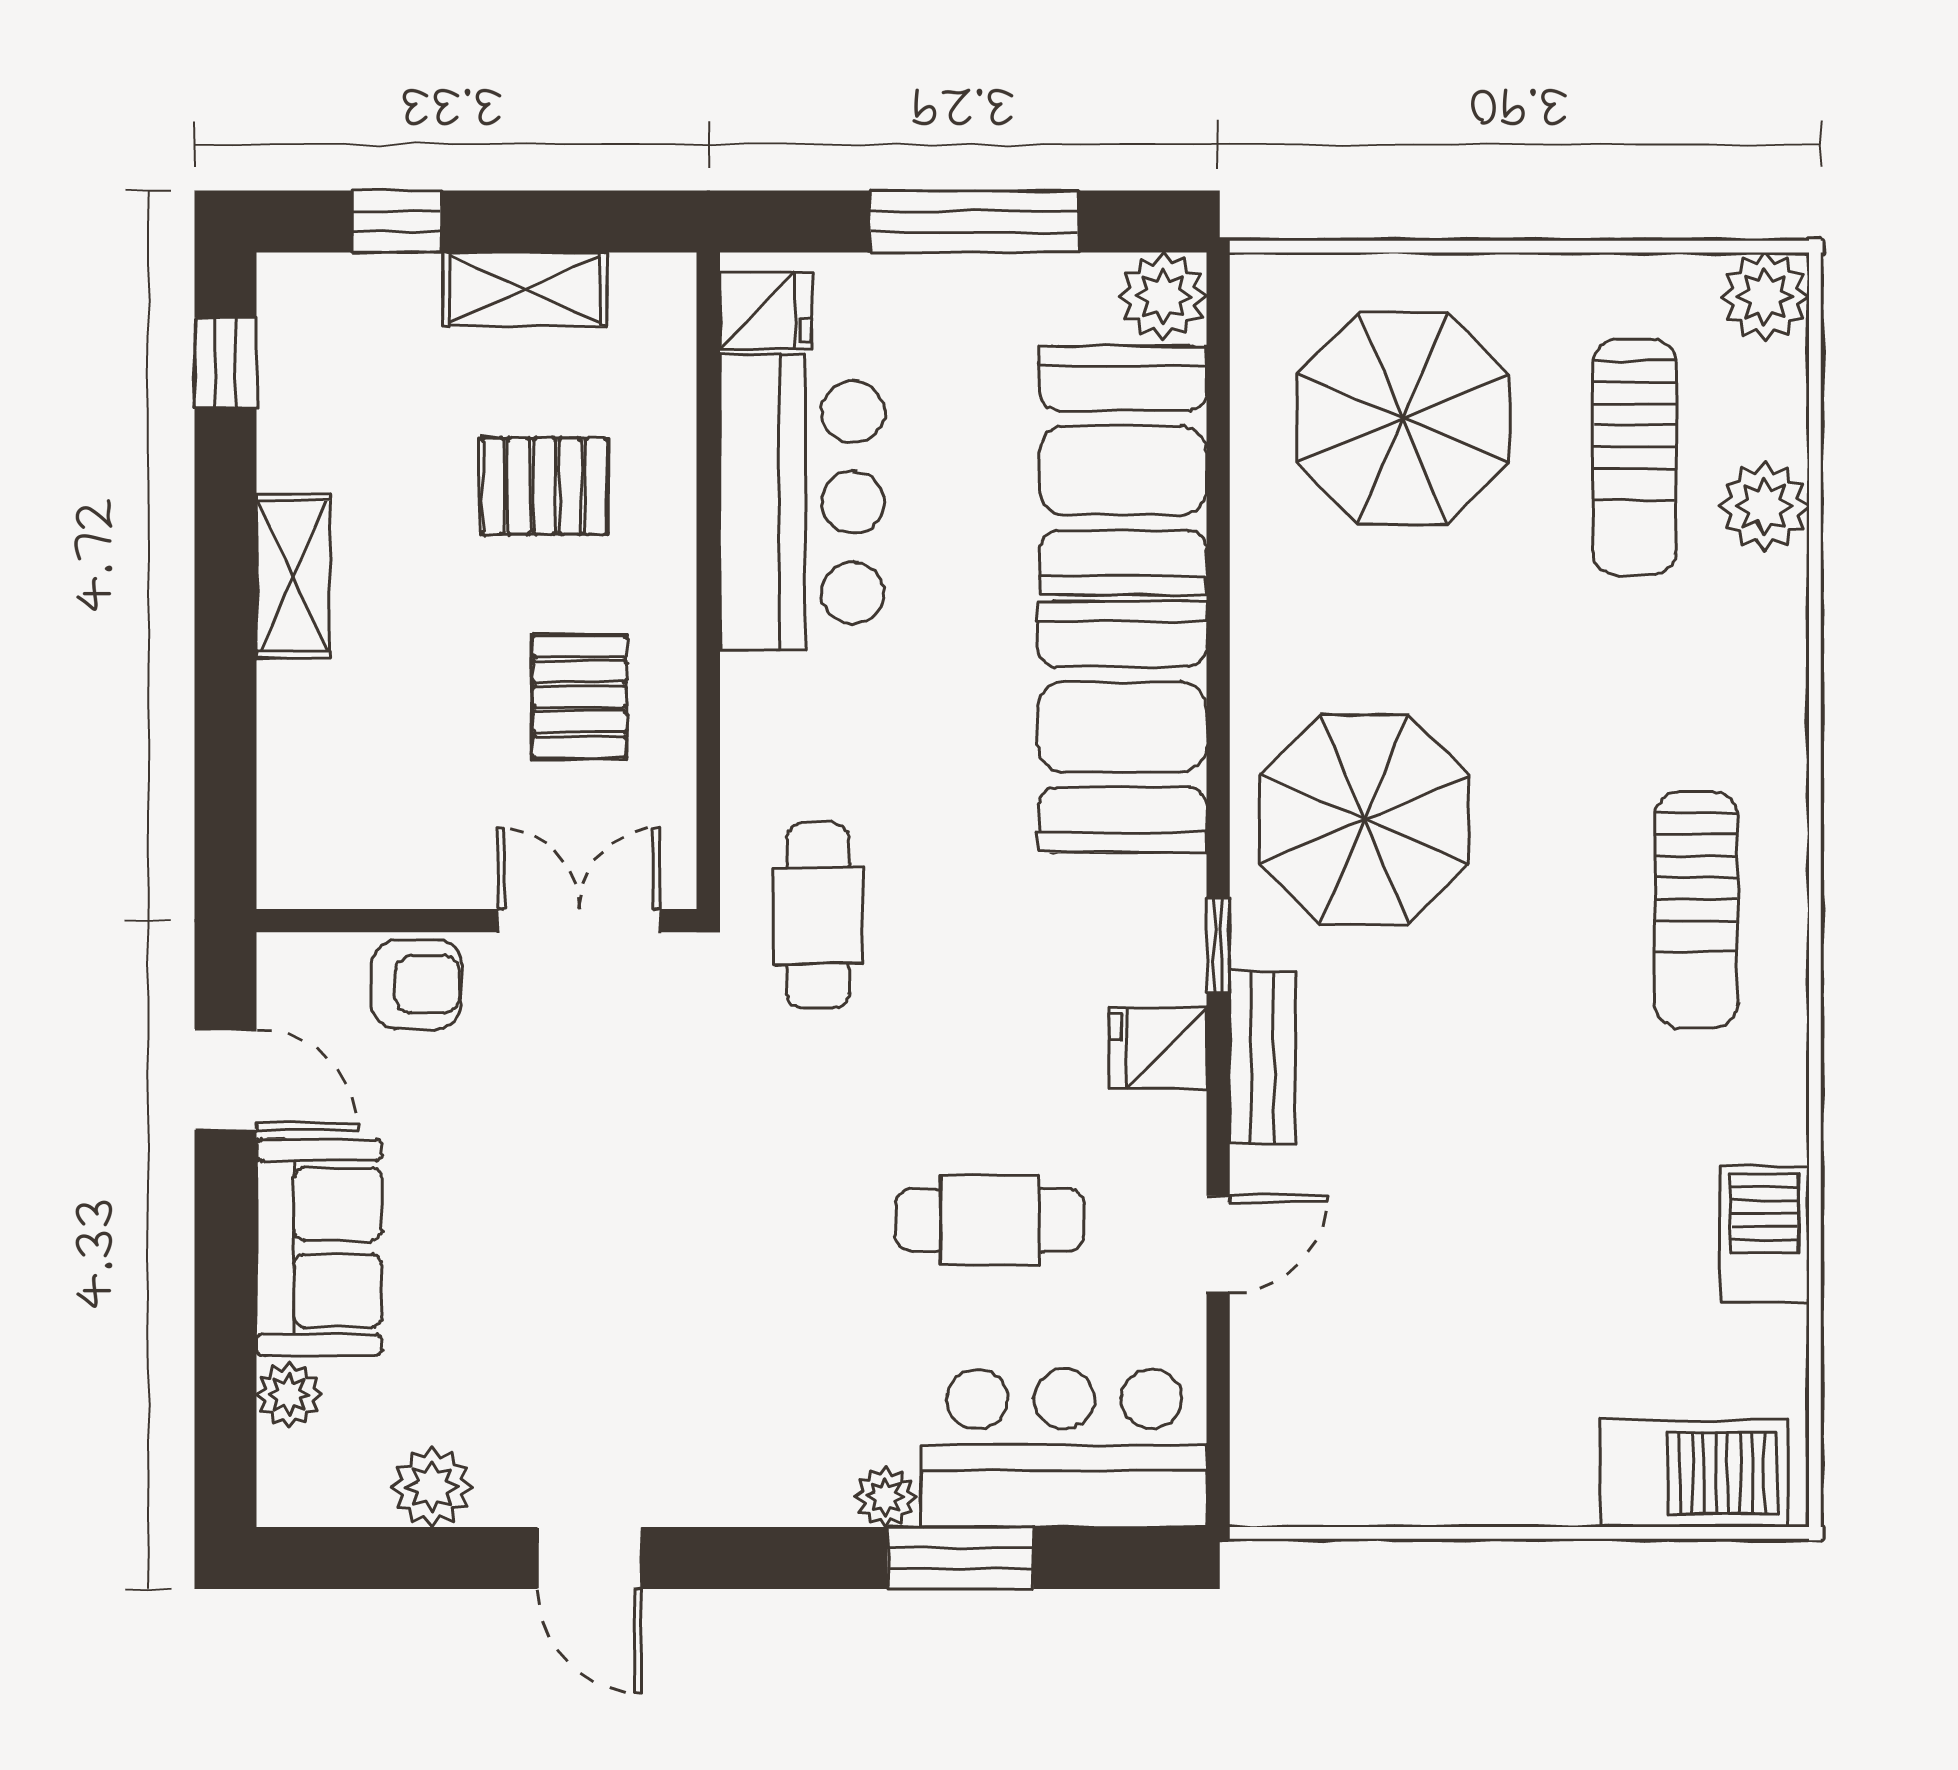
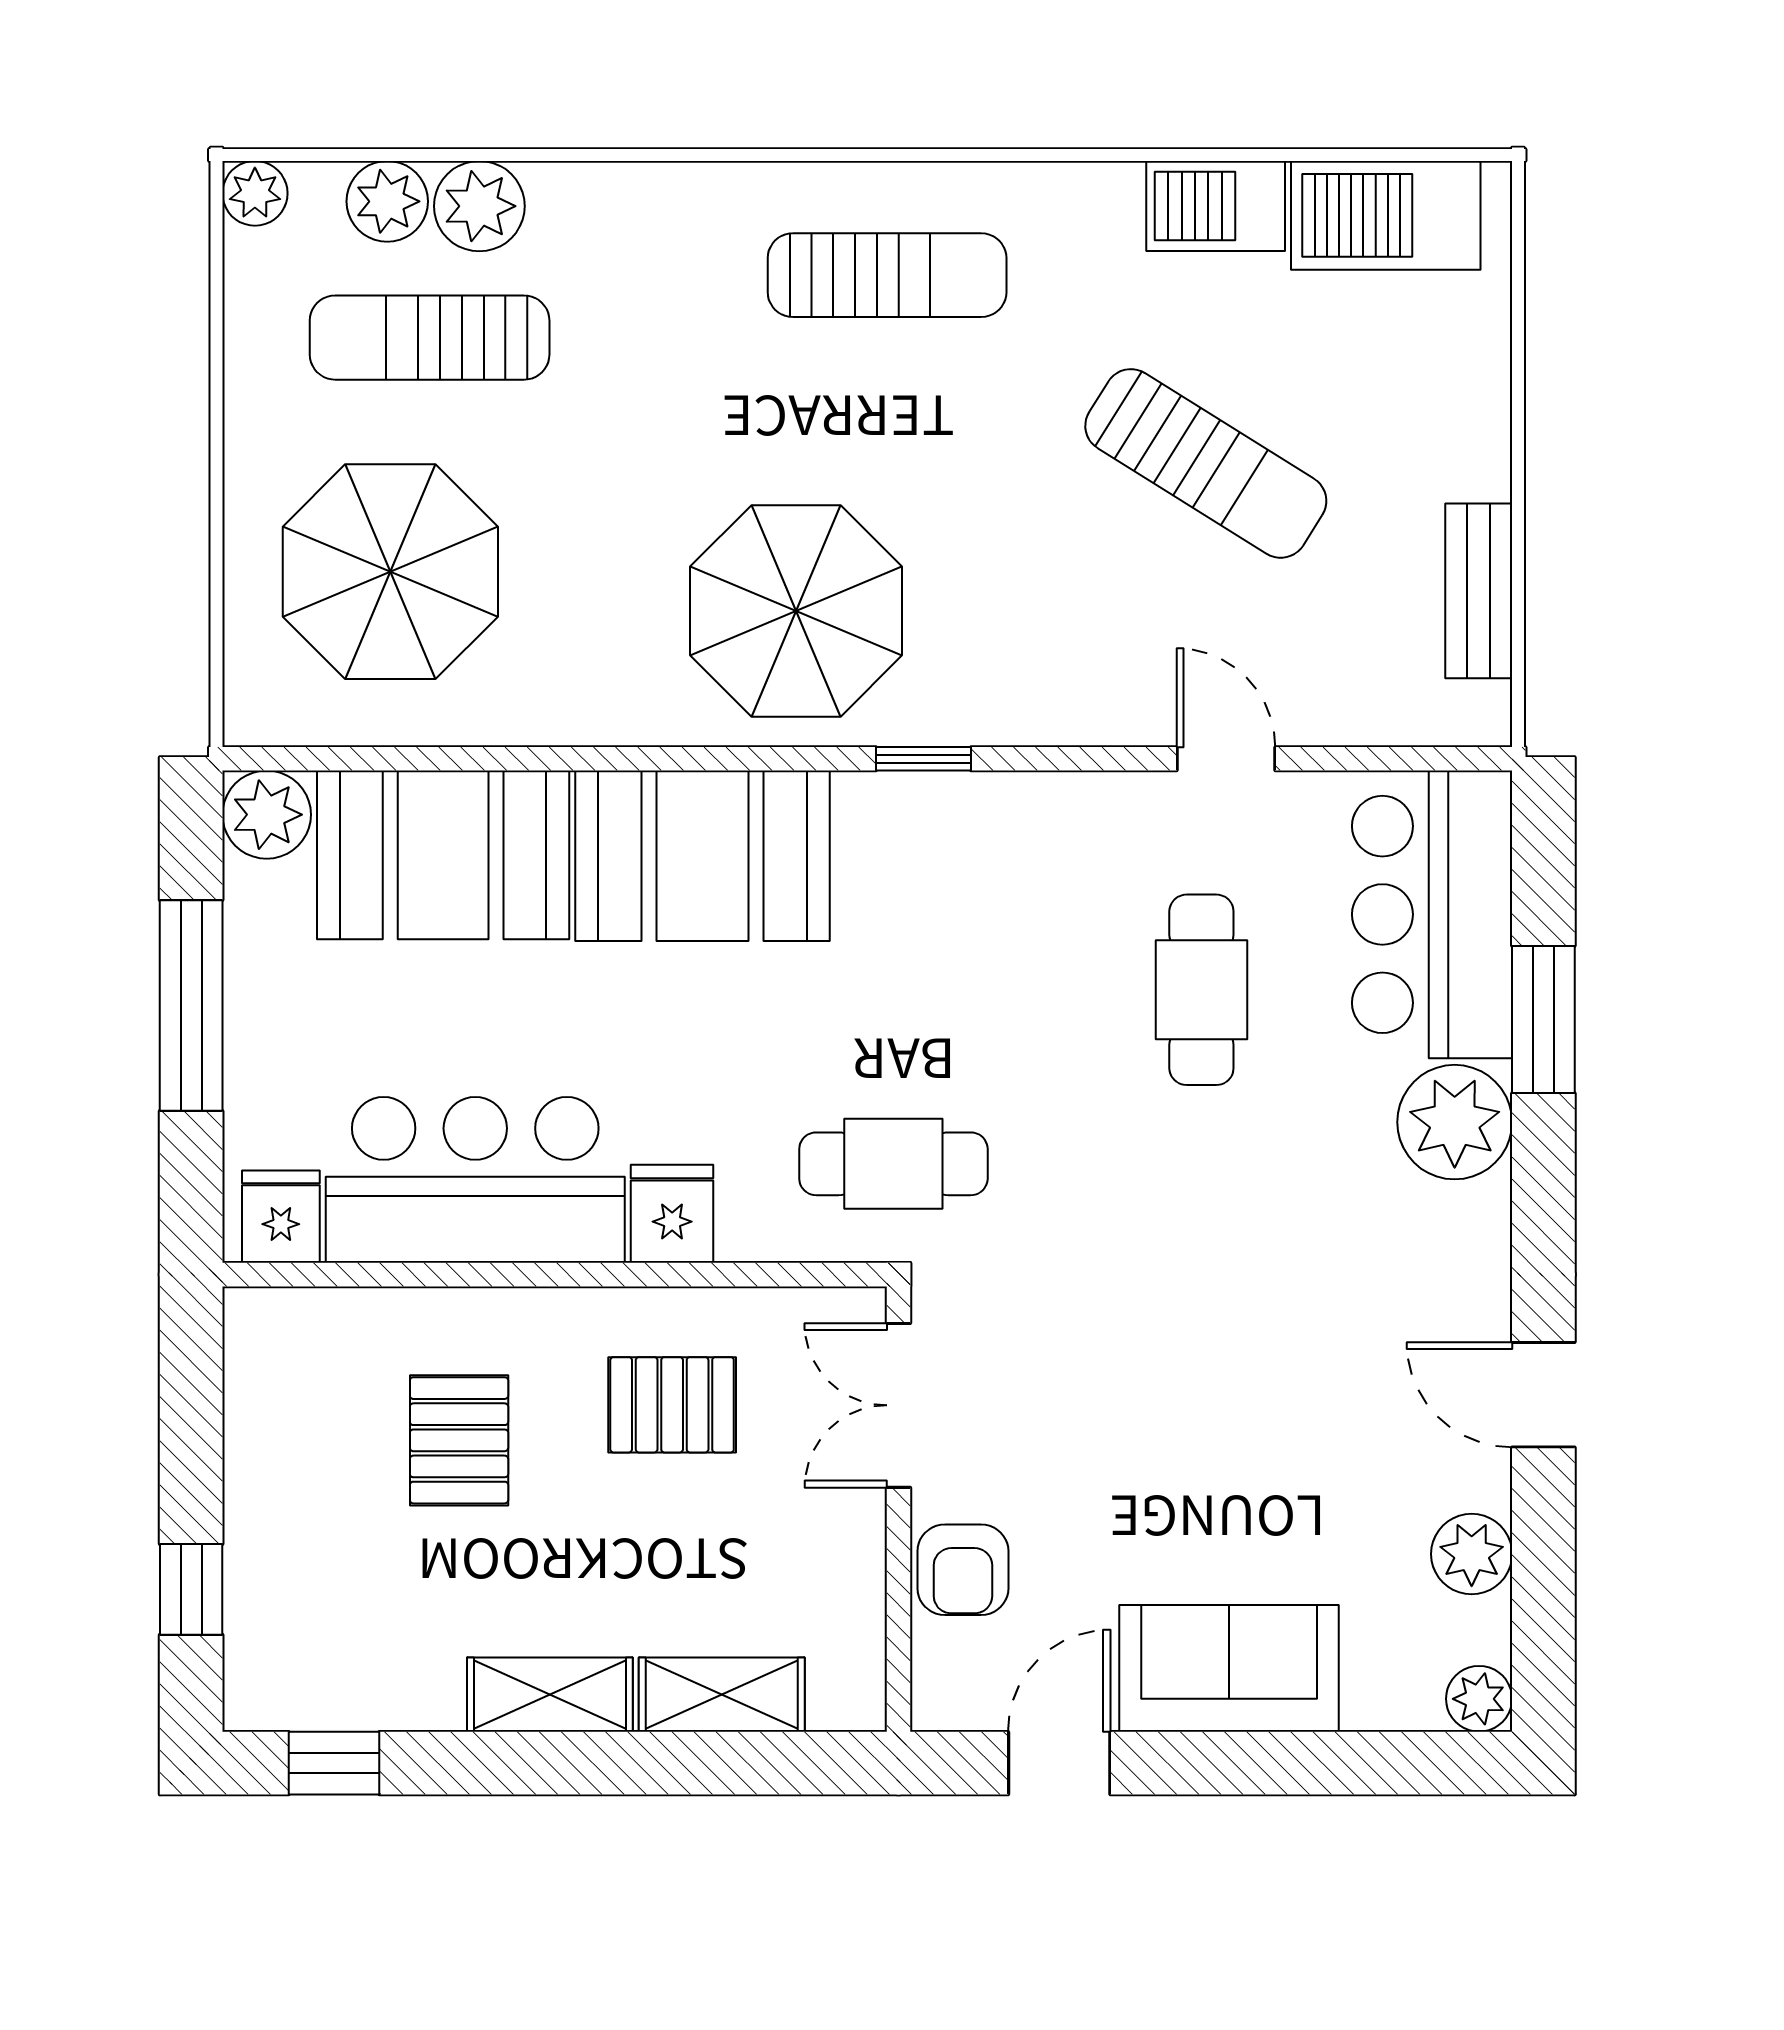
shelving: (525, 289) -> (722, 1695), moved, turned 90
plant: (1765, 297) -> (255, 193), width x0.73, depth x0.73
plant: (1769, 415) -> (387, 201), added
sun lounger: (1634, 457) -> (430, 338), turned 180
armchair: (417, 984) -> (963, 1570), turned 180
fridge: (1158, 1048) -> (672, 1214), moved, turned 180
bench: (1263, 1057) -> (1479, 591), moved, turned 90
sun lounger: (1510, 1224) -> (1206, 463), added
plant: (289, 1395) -> (1479, 1699), moved
barbecue: (1694, 1473) -> (1386, 215), moved, turned -90
plant: (885, 1497) -> (1455, 1122), width x1.88, depth x1.88
door: (589, 1558) -> (1543, 1395), swing flipped

